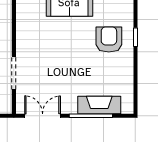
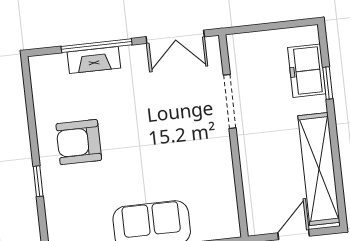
armchair: (109, 39) -> (79, 142), moved, turned 90
fireplace: (99, 105) -> (94, 60), width x0.73, depth x0.76

